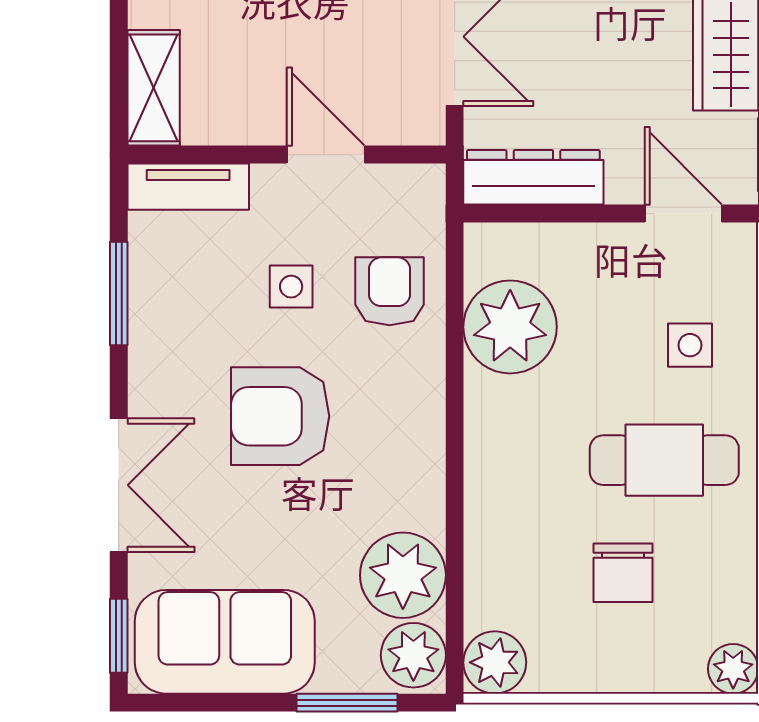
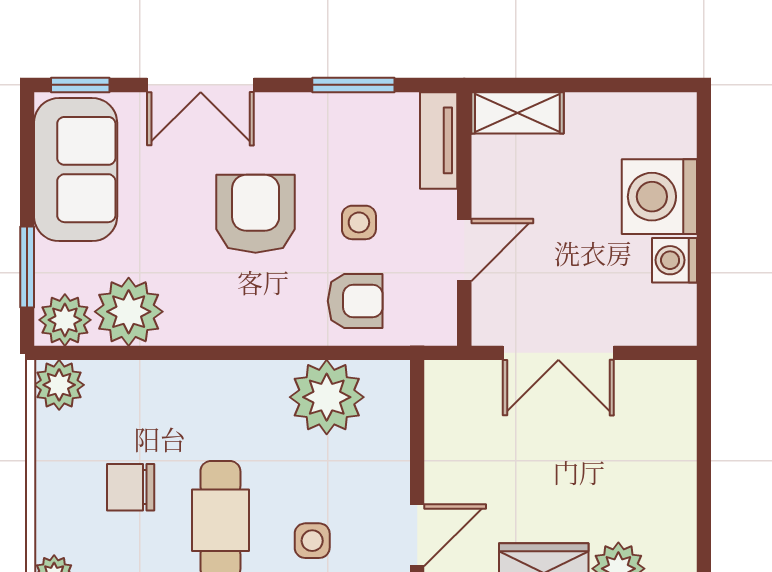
dresser: (533, 177) -> (446, 416), removed

